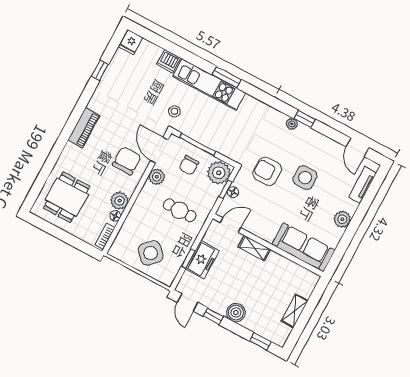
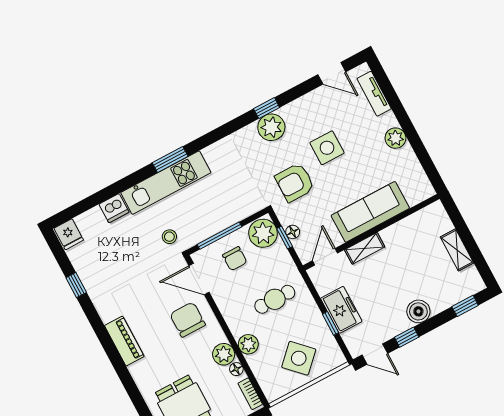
plant: (292, 124) -> (271, 127), width x1.88, depth x1.88
plant: (157, 177) -> (248, 344), moved
sofa: (303, 247) -> (370, 212), moved

